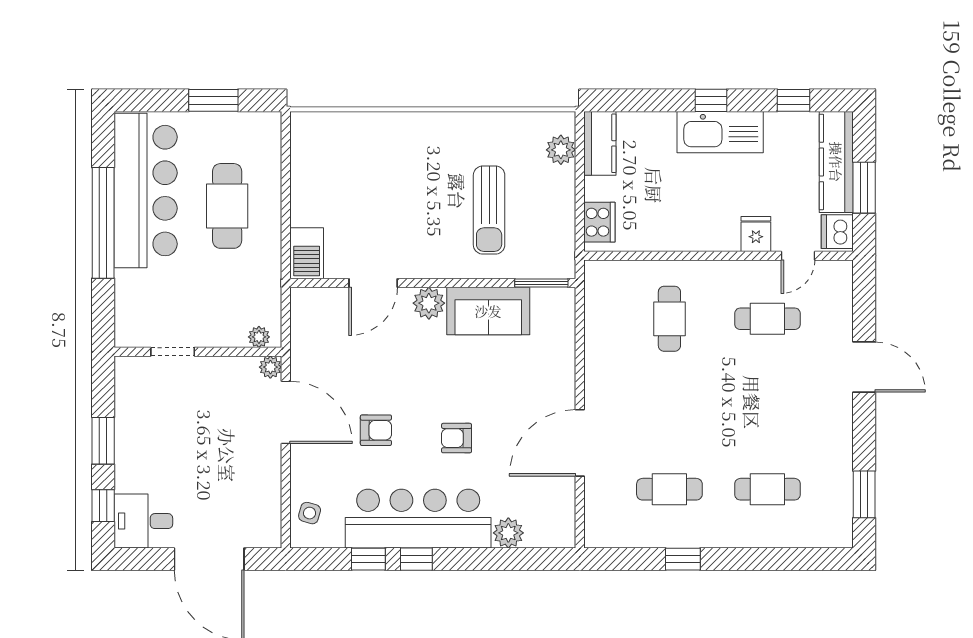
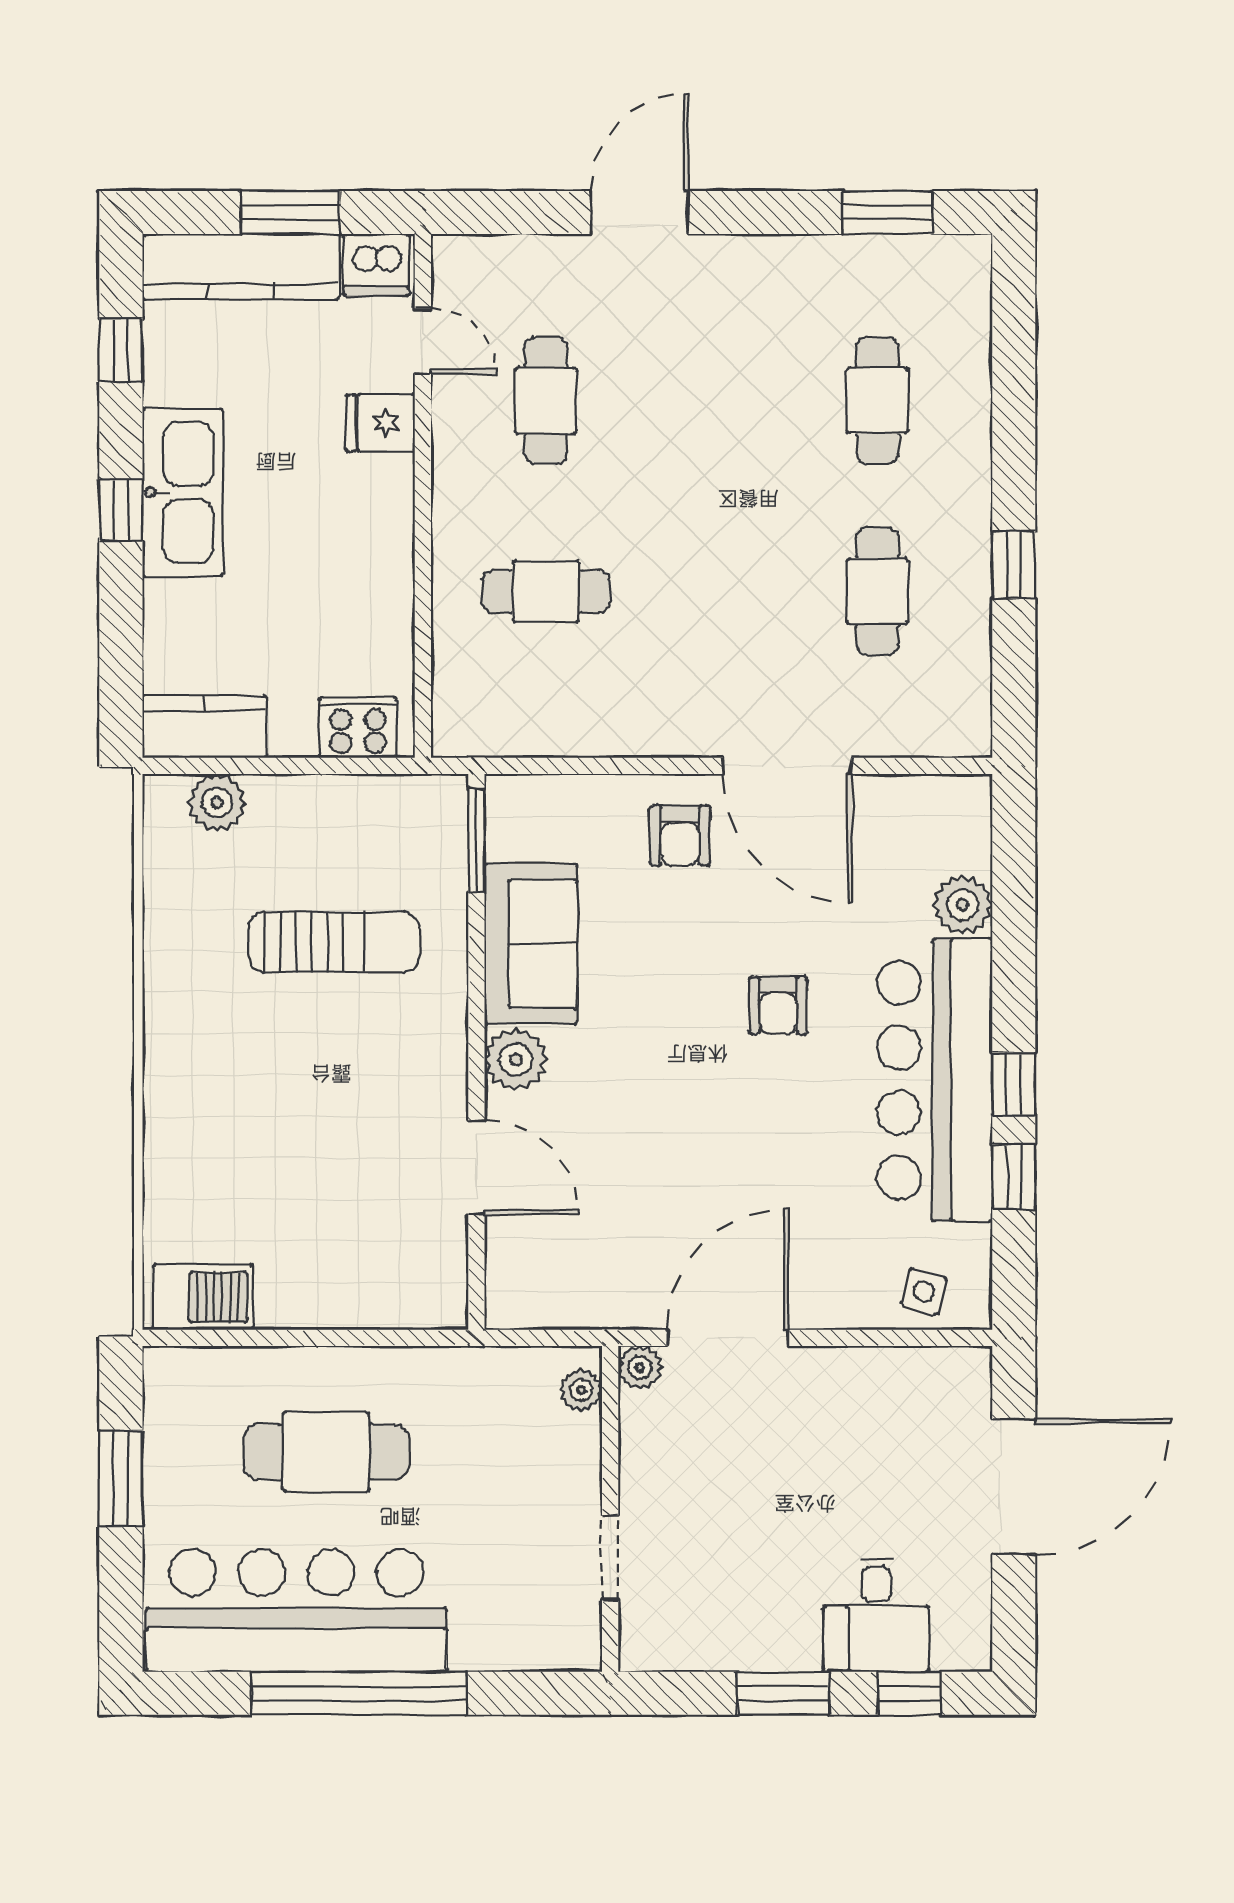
barbecue: (307, 253) -> (203, 1297), moved
armchair: (376, 430) -> (680, 835), moved, turned 180
desk: (143, 521) -> (876, 1615), moved

